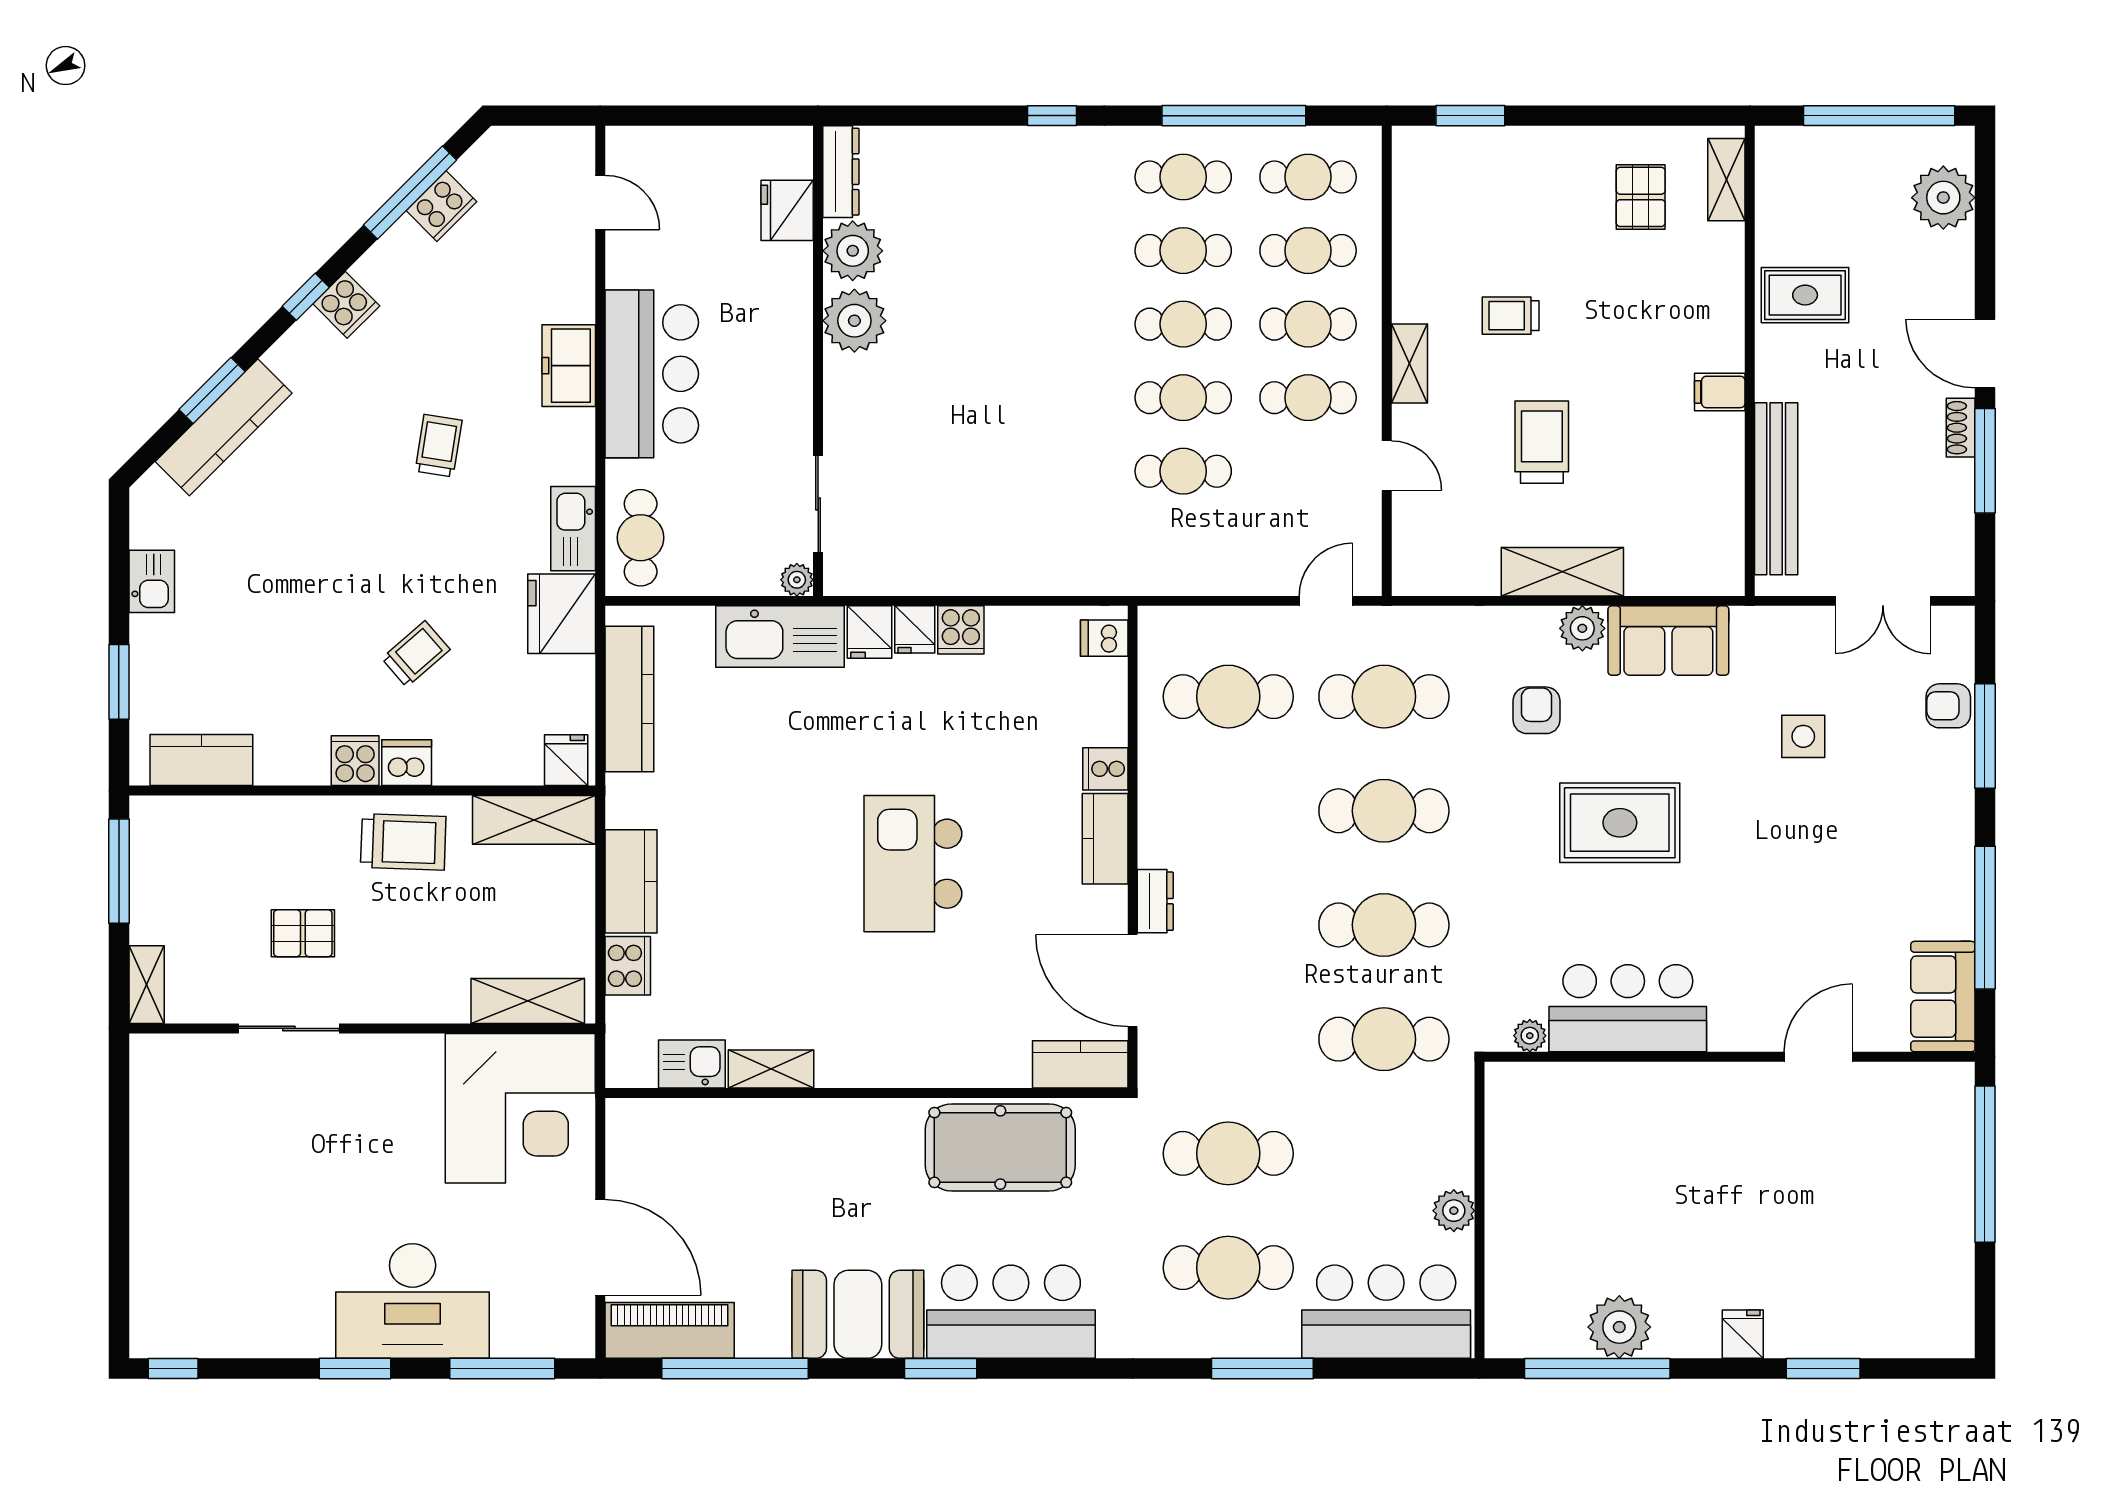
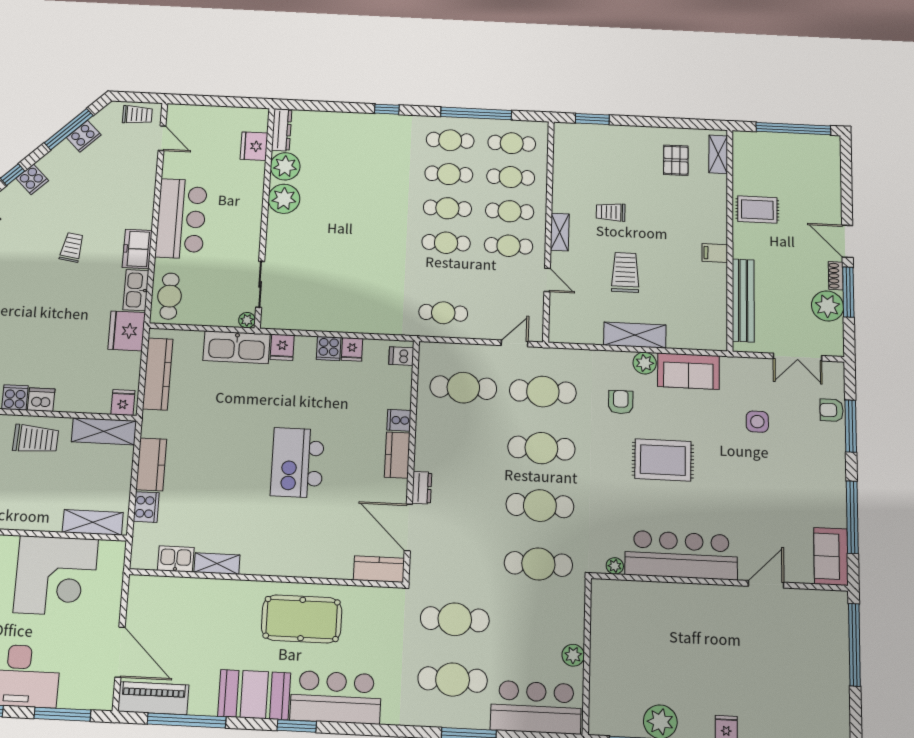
plant: (1943, 198) -> (828, 306), moved
freezer: (569, 366) -> (137, 249), moved
cafe table: (1183, 471) -> (443, 313), moved
fridge: (915, 629) -> (352, 349), moved
trolley: (416, 654) -> (137, 115), moved, turned 41
bar counter: (1628, 1008) -> (681, 555), width x1.36
corner desk: (520, 1108) -> (56, 576), moved
pool table: (1000, 1147) -> (302, 619), moved

